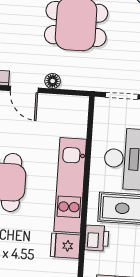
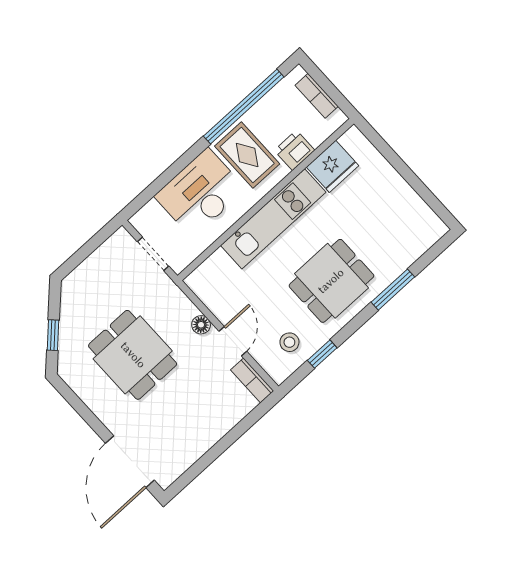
fridge: (65, 246) -> (332, 166), width x1.38

